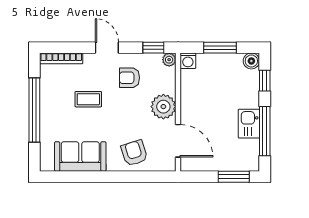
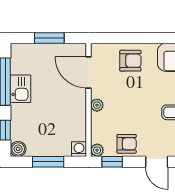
armchair: (129, 78) -> (127, 144), moved
plant: (163, 107) -> (97, 105), width x0.53, depth x0.53
armchair: (134, 153) -> (130, 61), turned -72
window: (234, 177) -> (49, 38), moved

